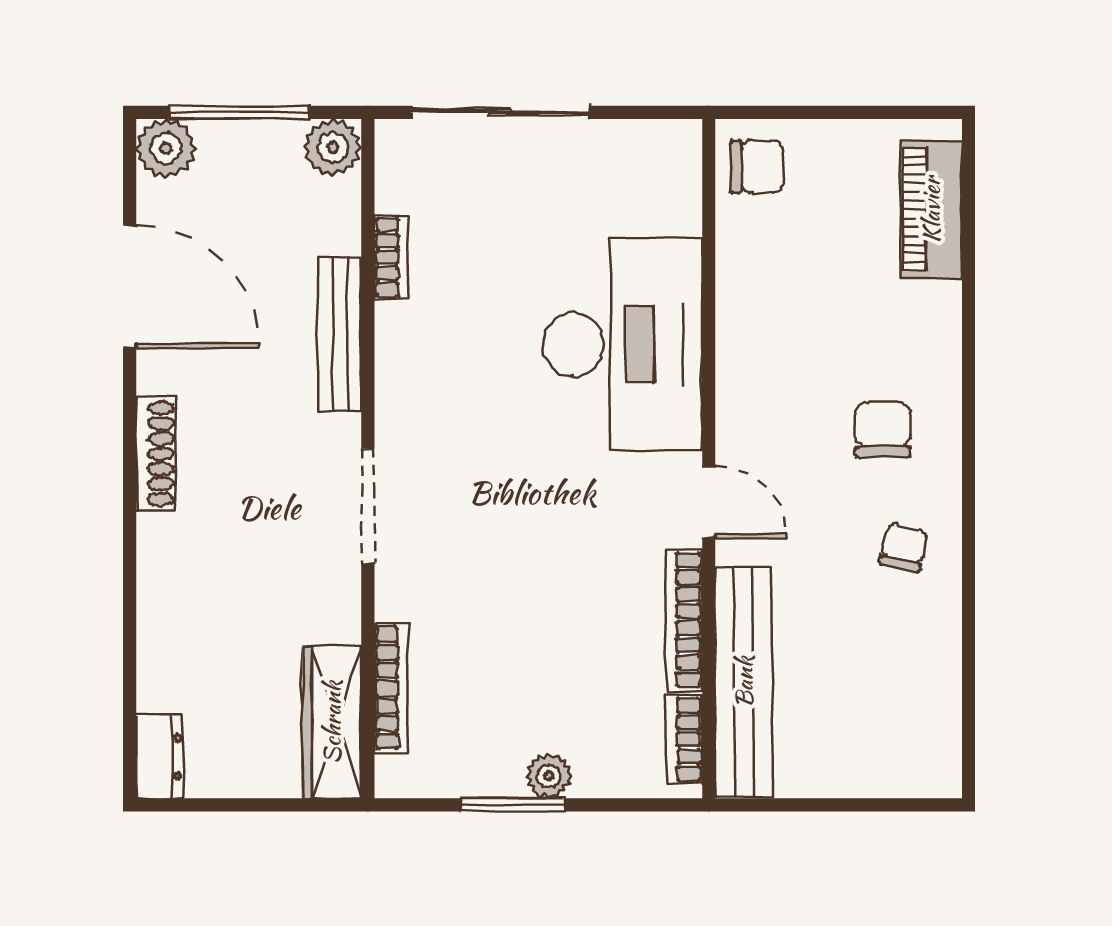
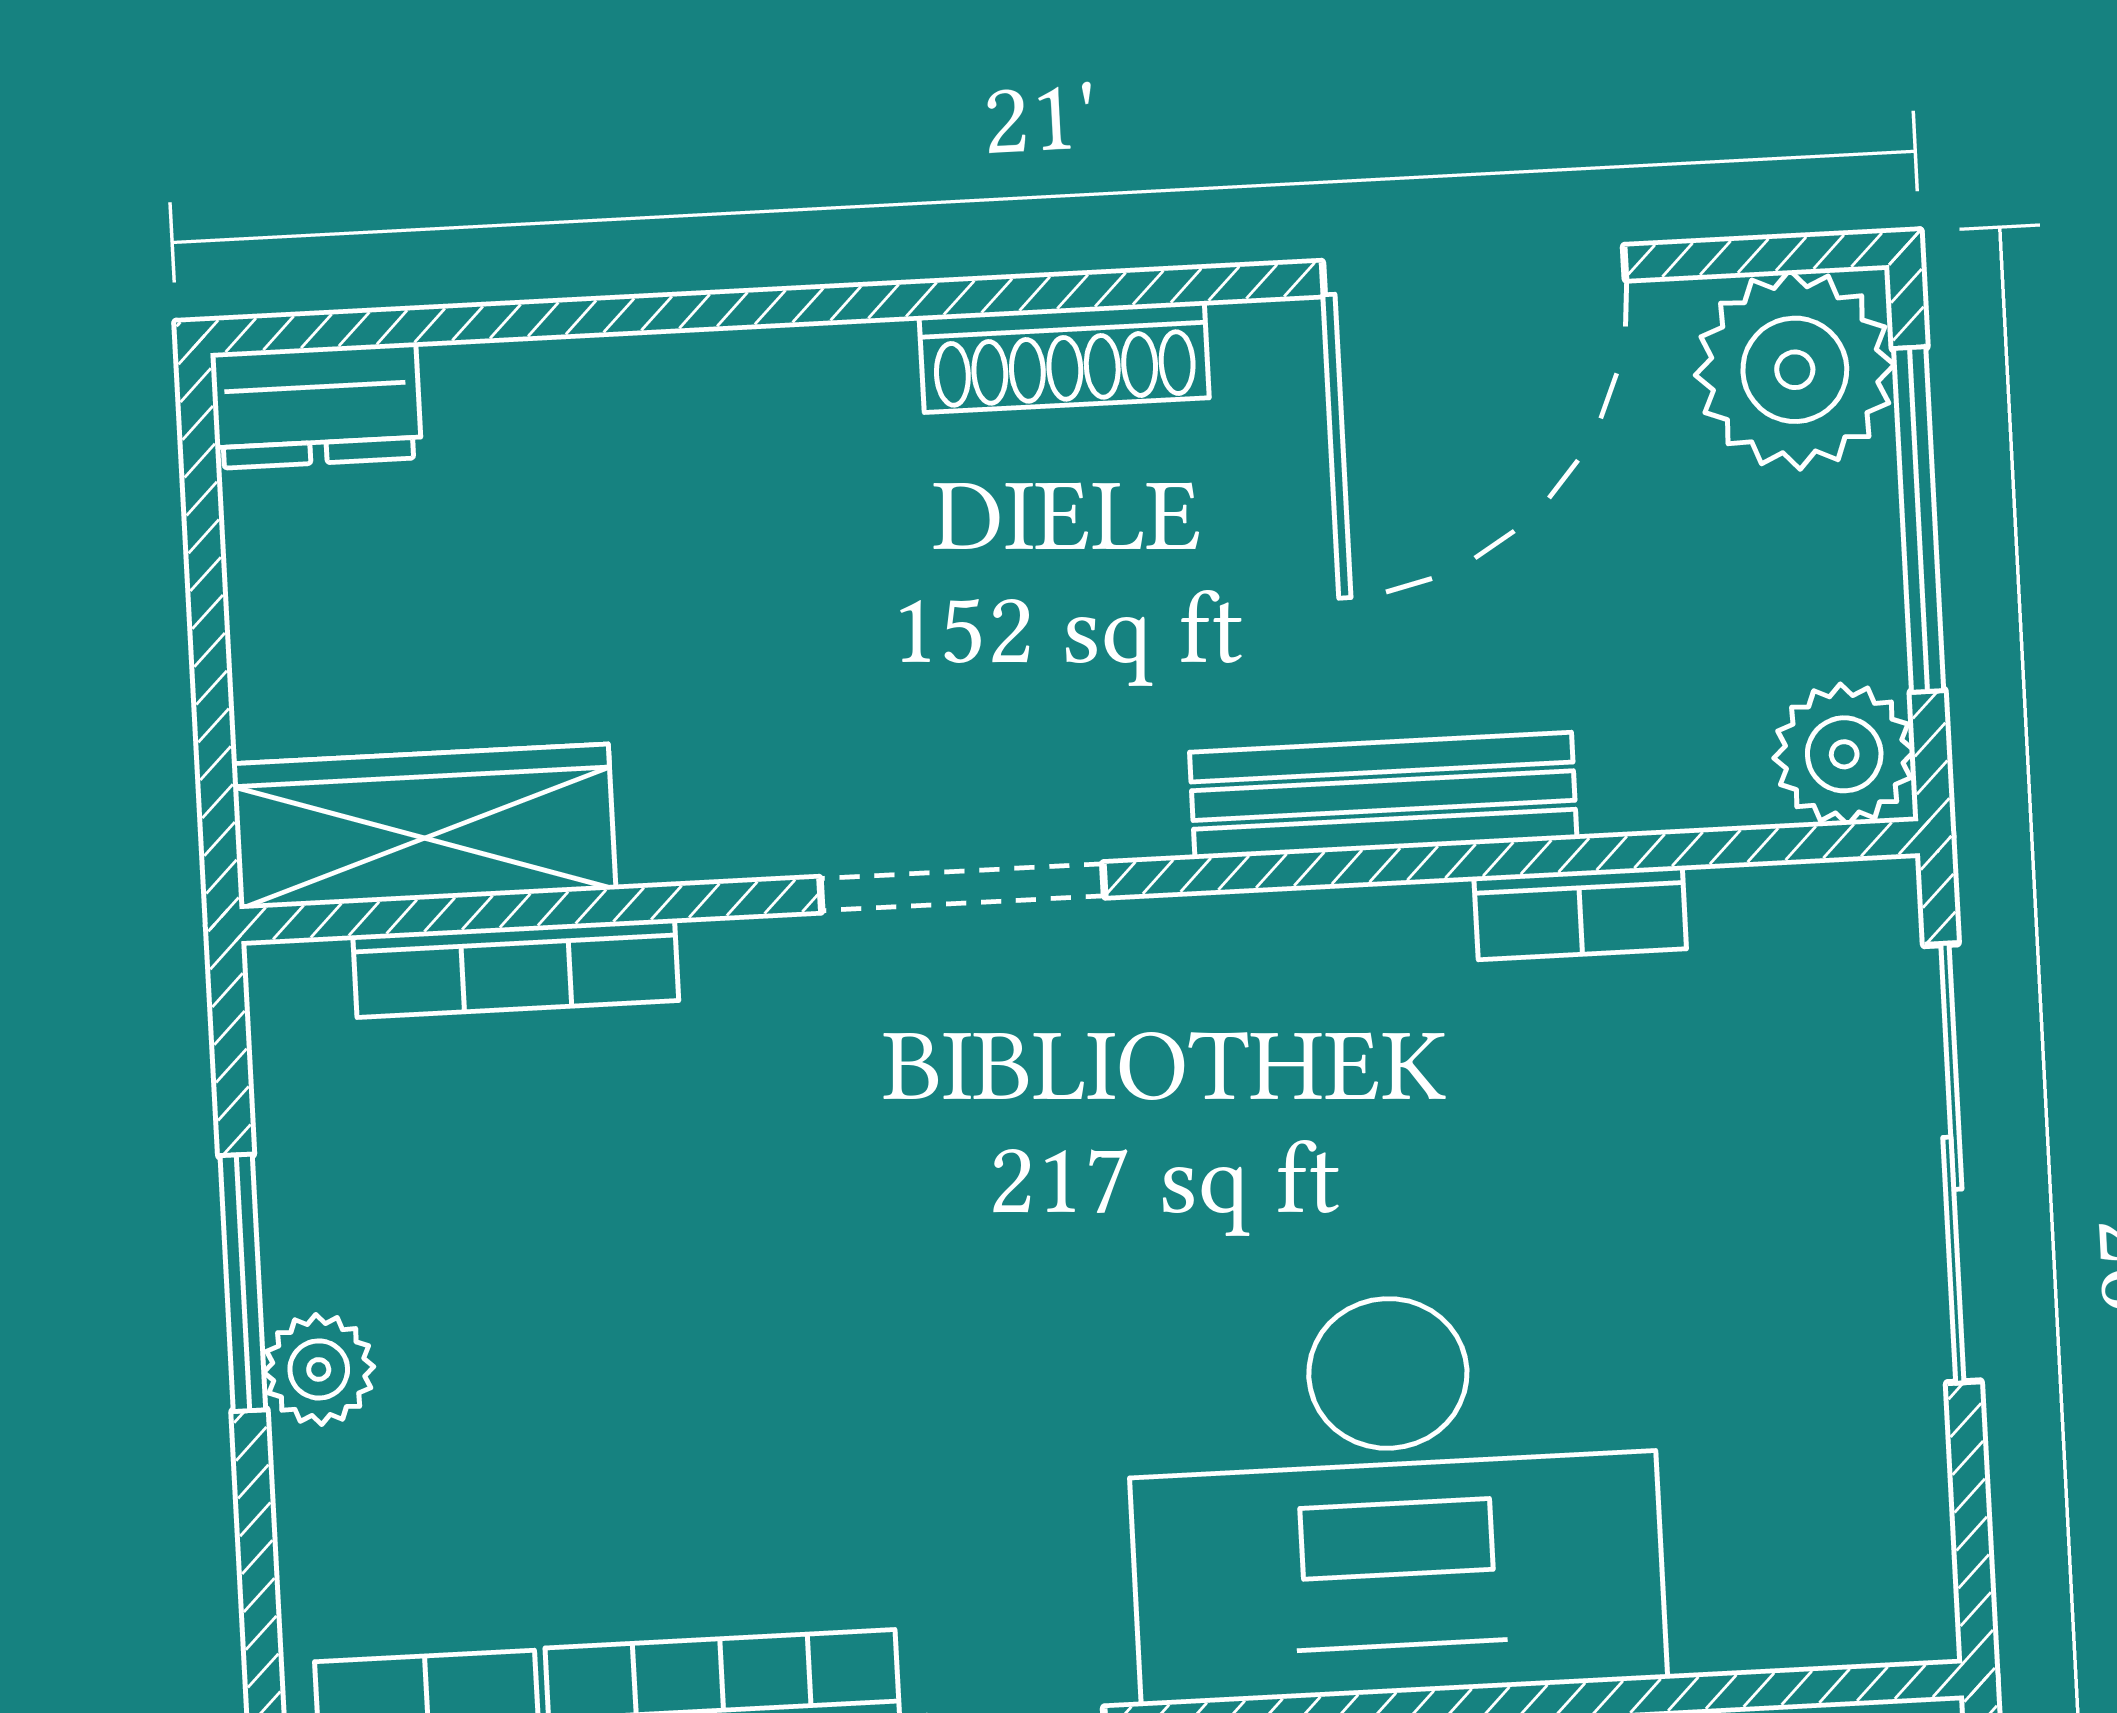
plant: (166, 148) -> (1795, 370), width x1.36, depth x1.36

